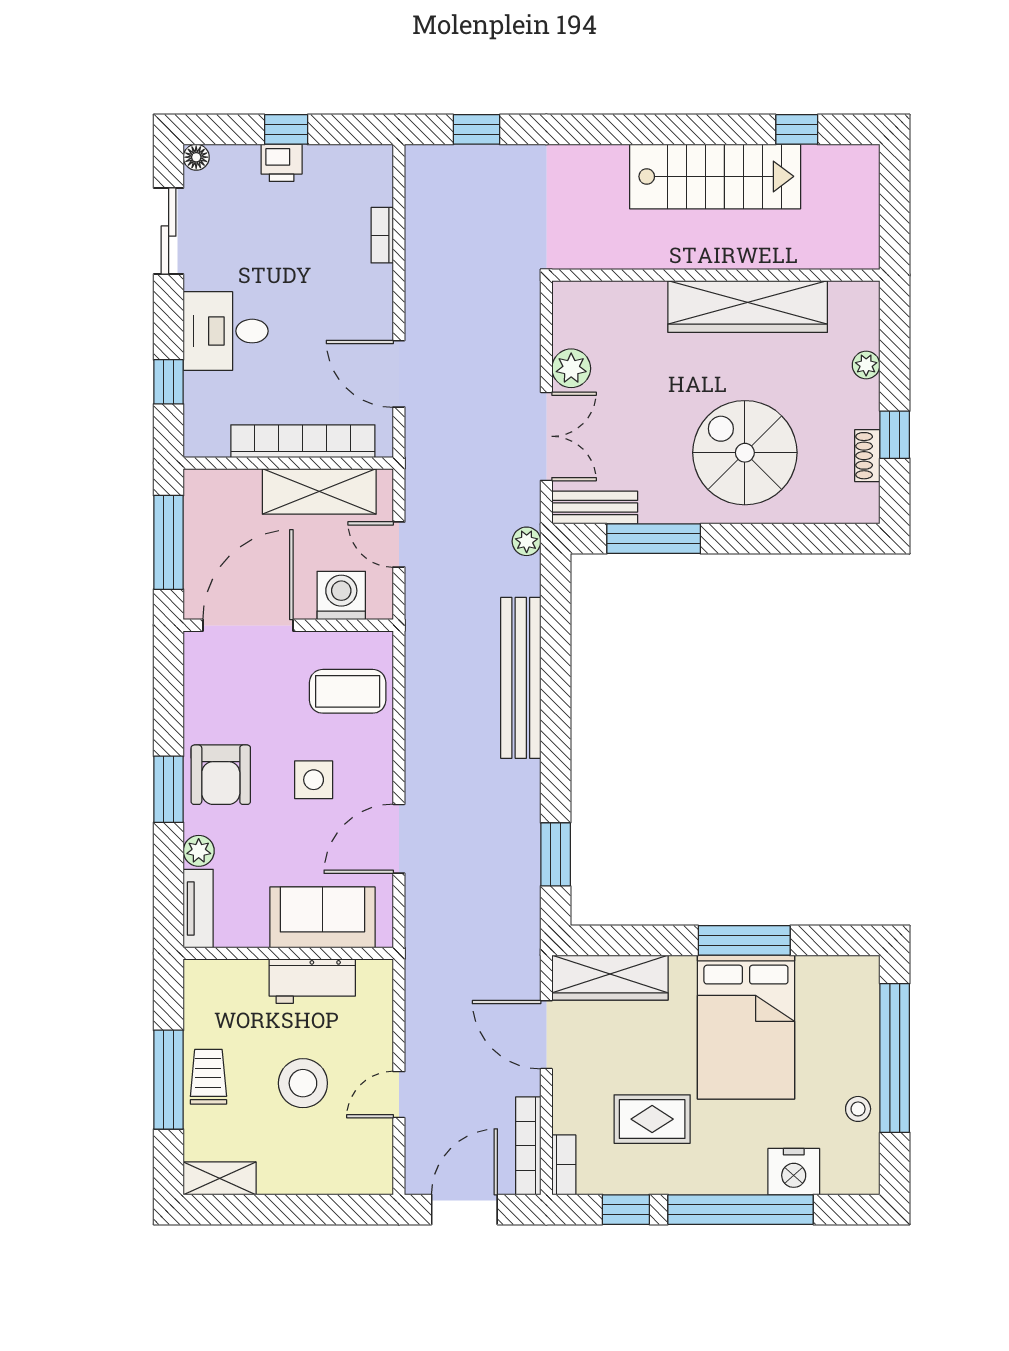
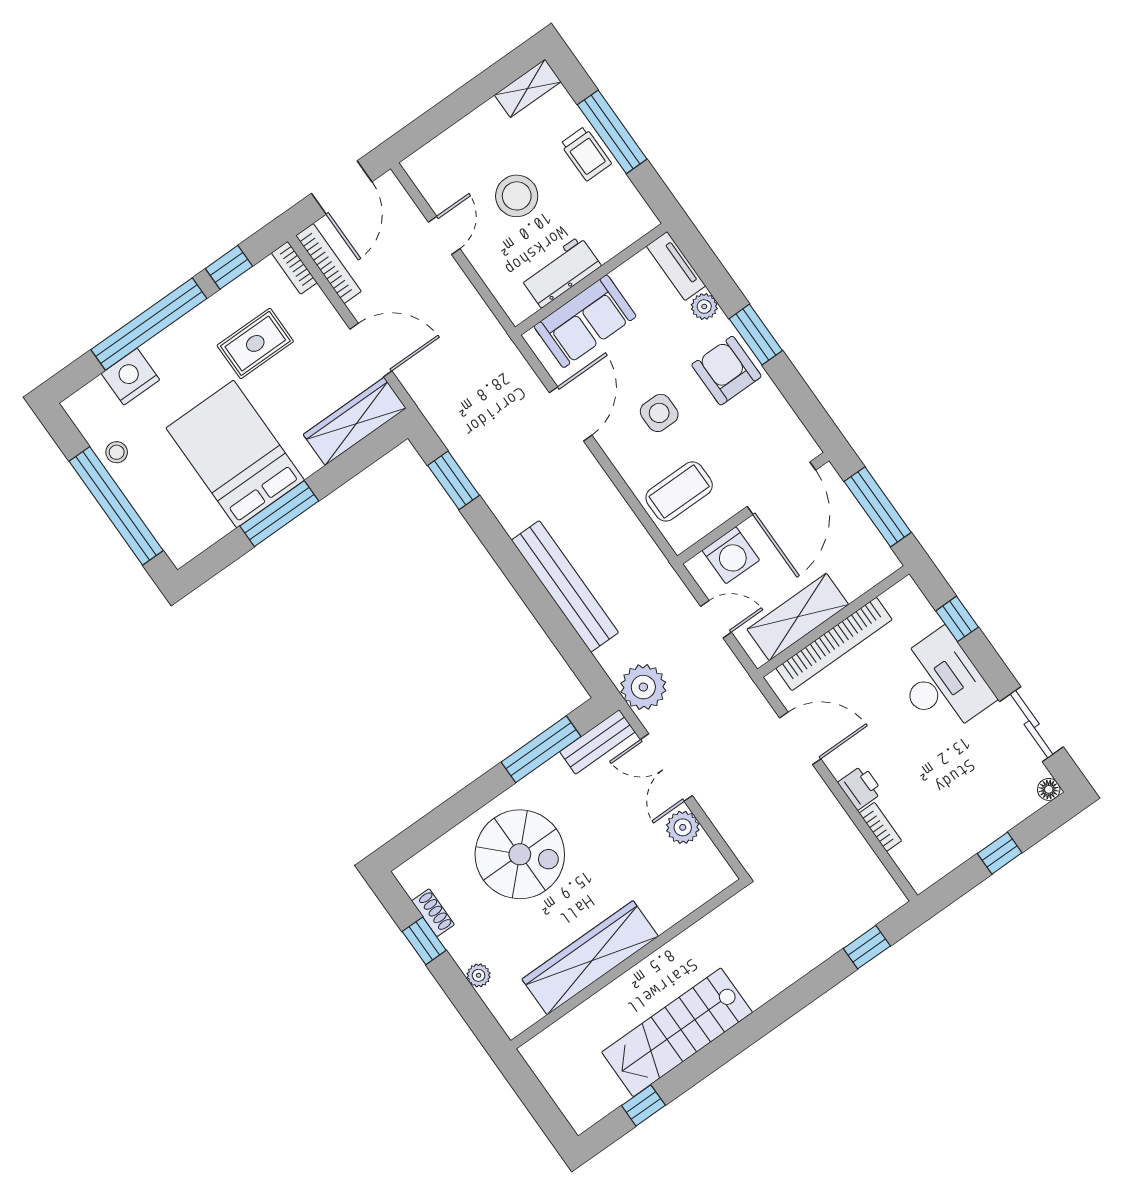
printer: (282, 163) -> (860, 787), moved, turned 90
desk: (226, 331) -> (942, 683), width x1.37
plant: (527, 541) -> (643, 687), width x1.88, depth x1.88

